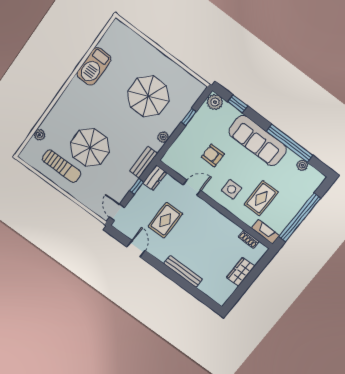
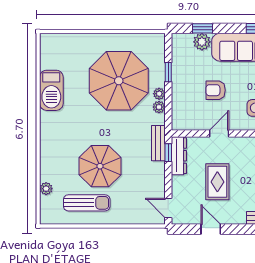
parasol: (148, 96) -> (119, 81), width x1.36, depth x1.36
plant: (215, 102) -> (202, 42), moved
plant: (170, 128) -> (159, 94), added
dresser: (155, 178) -> (179, 156), width x1.44
window: (136, 186) -> (168, 153), moved

